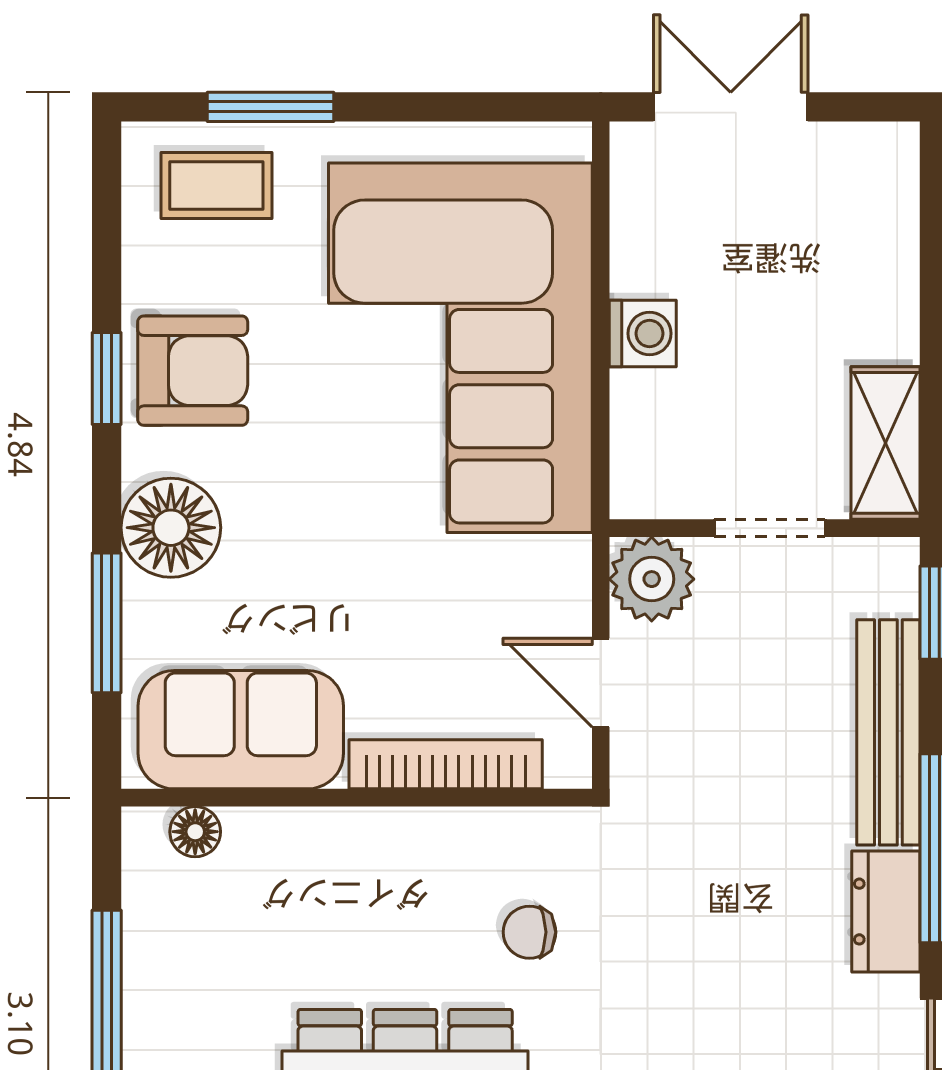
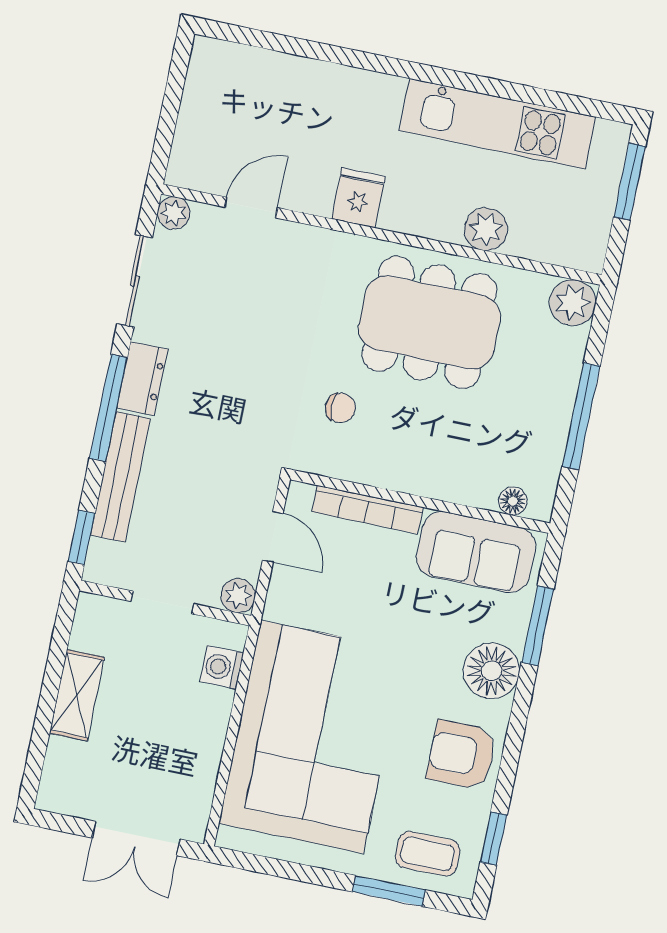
washing machine: (643, 333) -> (222, 667), moved
window: (107, 379) -> (494, 838), moved
shelving: (886, 443) -> (77, 695), moved
plant: (652, 579) -> (238, 596), width x0.73, depth x0.73

